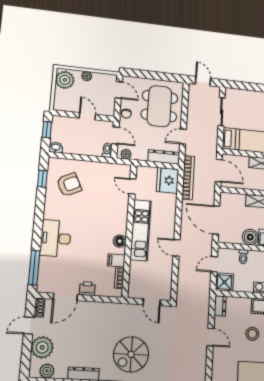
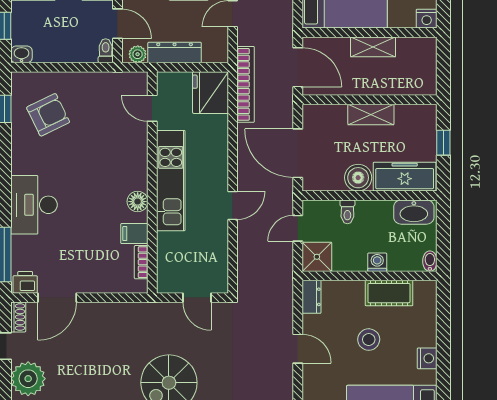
dresser: (164, 157) -> (175, 52), moved
door: (177, 248) -> (233, 205), swing flipped
printer: (87, 289) -> (25, 282), moved

